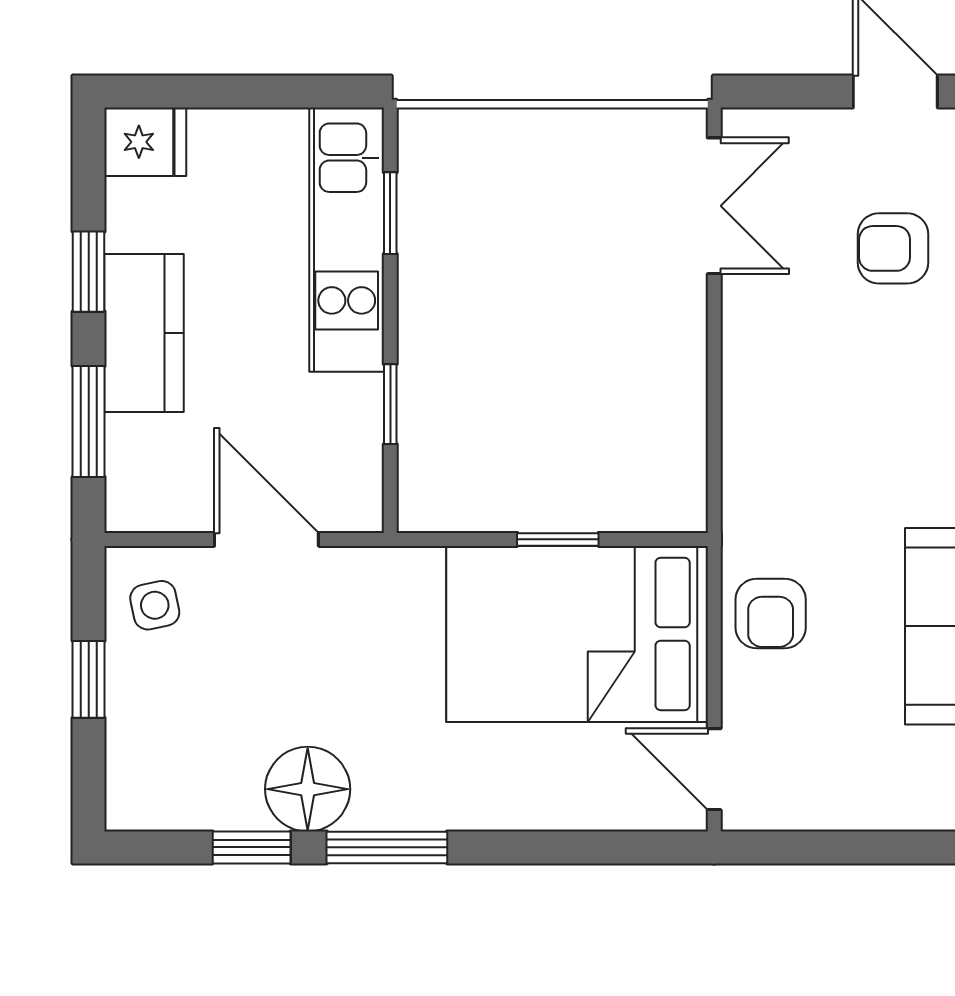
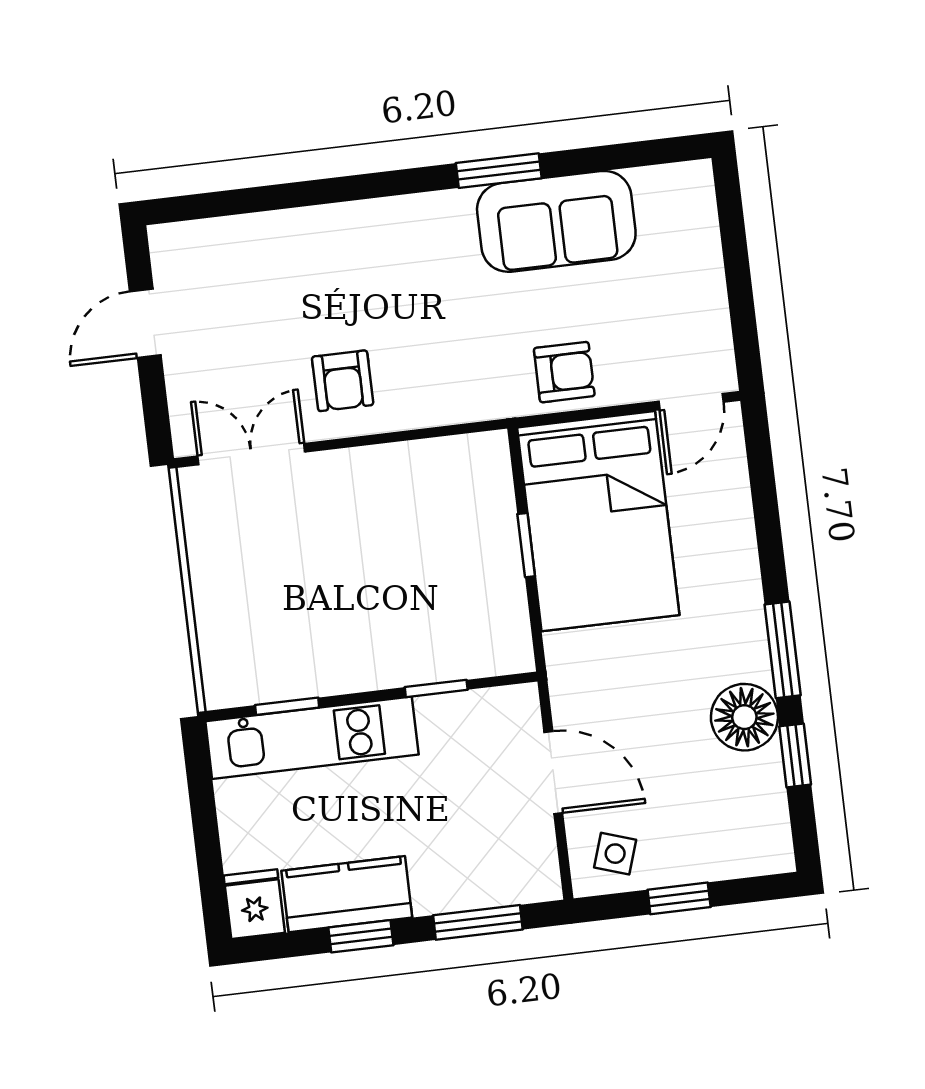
armchair: (893, 248) -> (343, 381), moved
kitchen counter: (144, 333) -> (347, 894), moved
door: (266, 539) -> (553, 773), swing flipped
side table: (155, 605) -> (615, 854), turned 30

